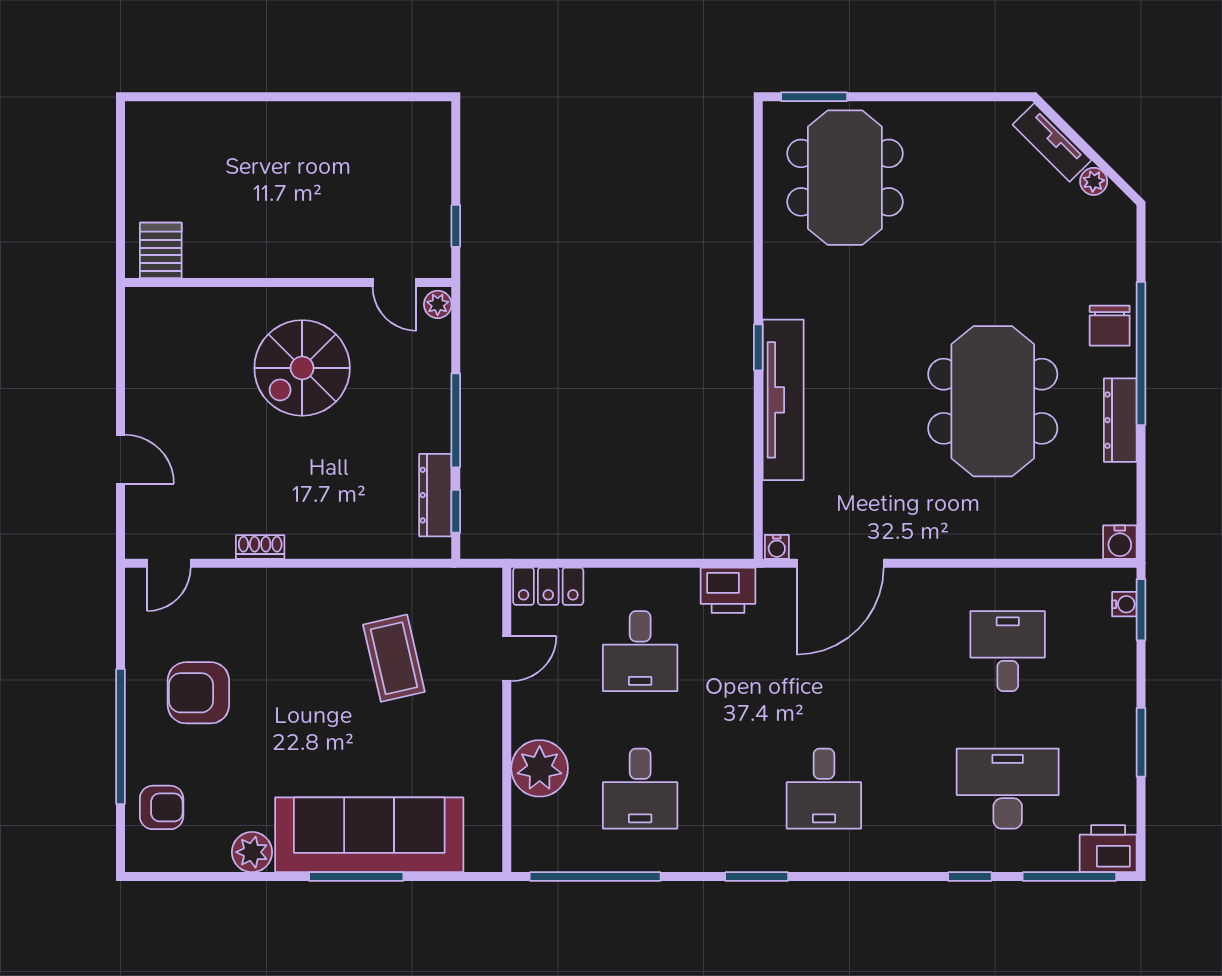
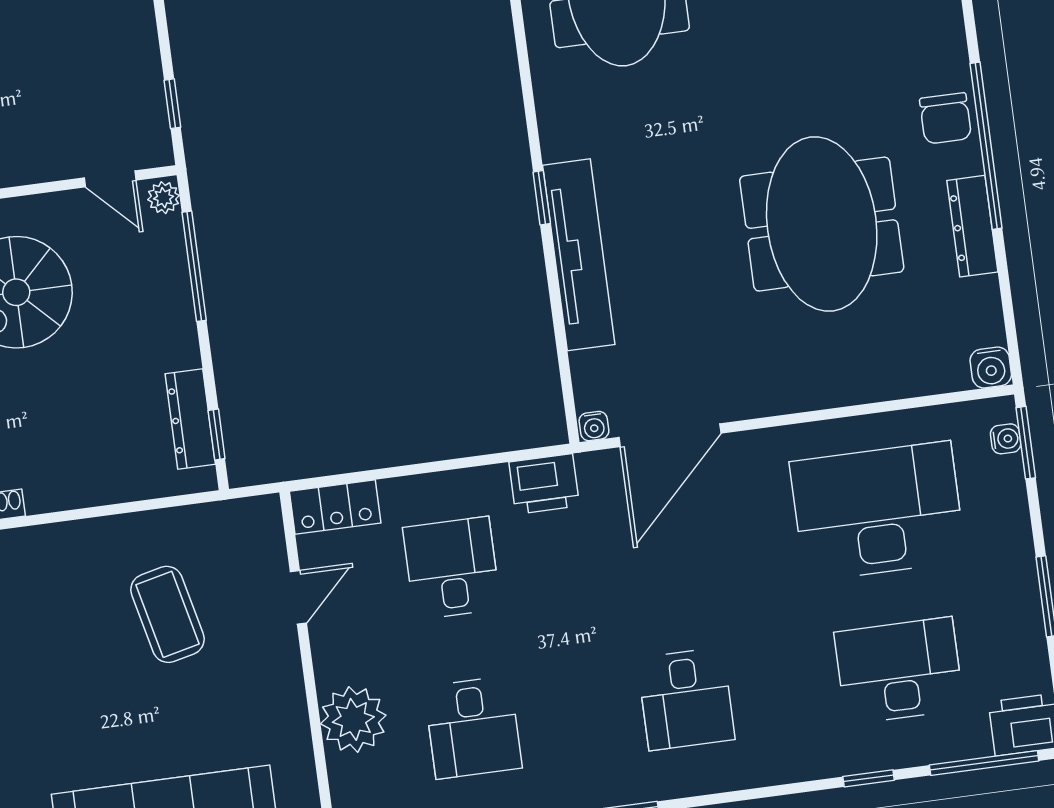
window: (456, 420) -> (194, 266), moved
desk: (640, 651) -> (452, 568), turned 180
desk: (1008, 651) -> (878, 511), width x1.87, depth x1.30

